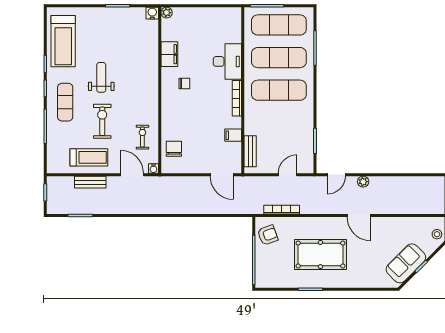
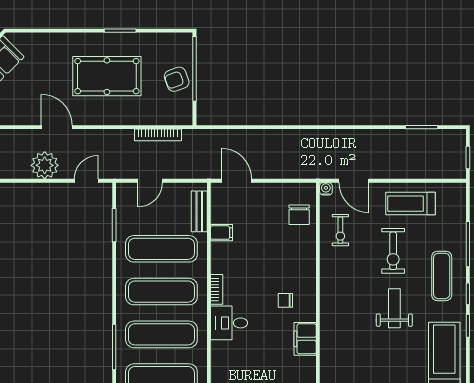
desk: (227, 61) -> (229, 323), width x0.73
weight bench: (101, 77) -> (394, 308), turned 180
bookcase: (237, 98) -> (217, 289), width x0.64
exercise mat: (279, 123) -> (161, 249), added
bench: (90, 182) -> (409, 171), removed
plant: (363, 182) -> (45, 165), width x1.88, depth x1.88
armchair: (268, 235) -> (177, 79), moved

